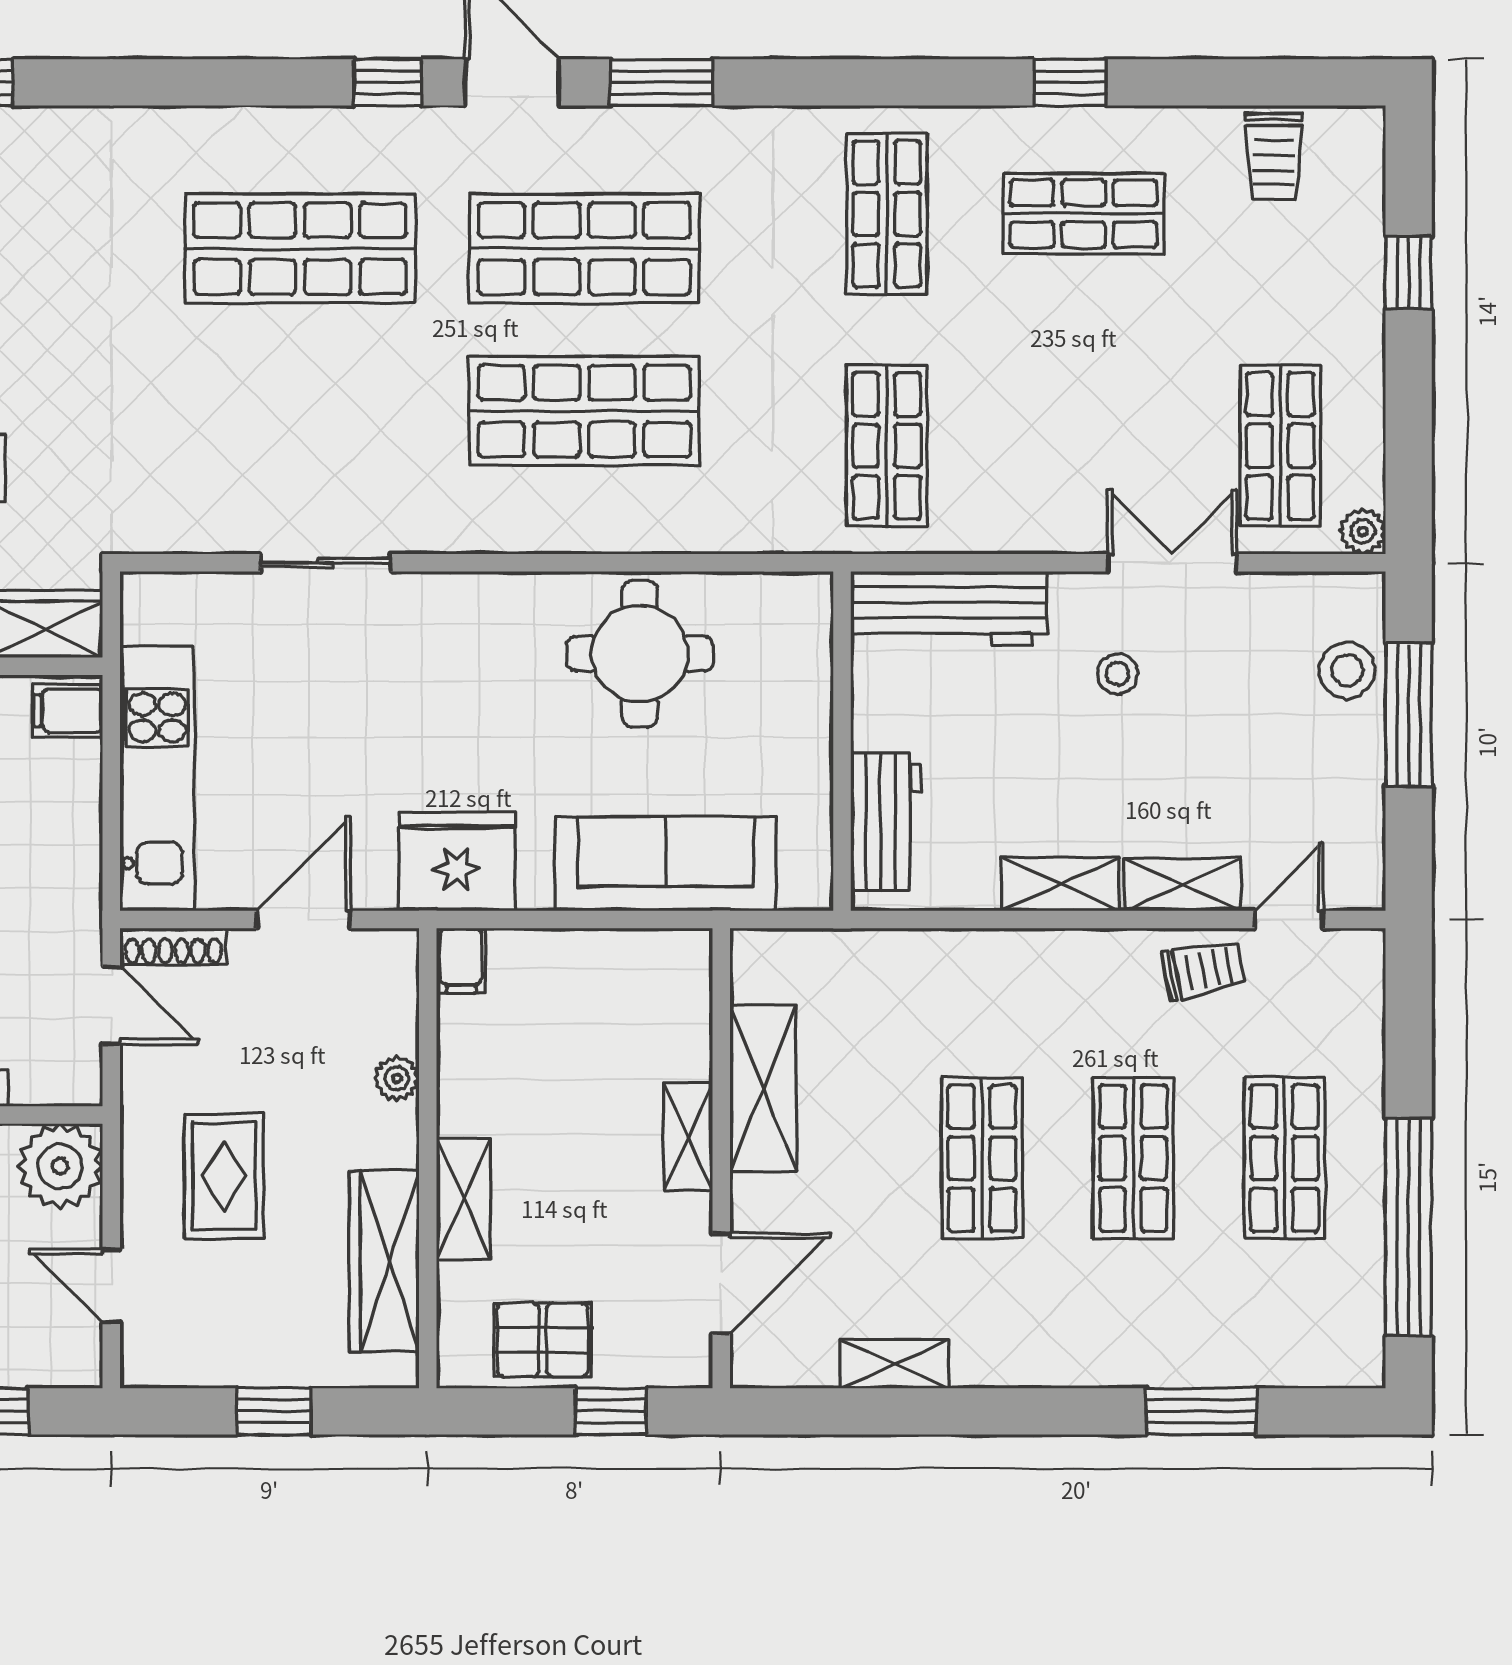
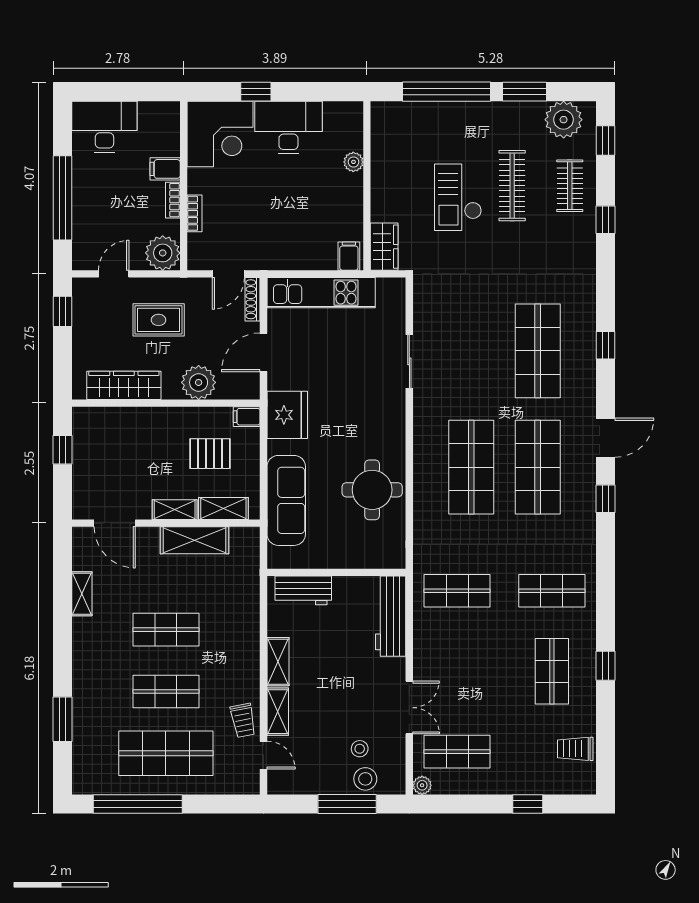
window: (388, 82) -> (606, 345), moved
window: (661, 82) -> (606, 499), width x0.67
stool: (1118, 674) -> (360, 749), moved
door: (303, 919) -> (264, 352), swing flipped
plant: (397, 1078) -> (199, 382), width x1.88, depth x1.88
shop shelf: (1285, 1158) -> (166, 753), width x1.43, depth x1.36
shelving: (464, 1199) -> (223, 508), moved
pallet: (543, 1340) -> (210, 454), moved, turned 90
window: (274, 1411) -> (62, 311), moved
window: (611, 1411) -> (62, 450), moved

